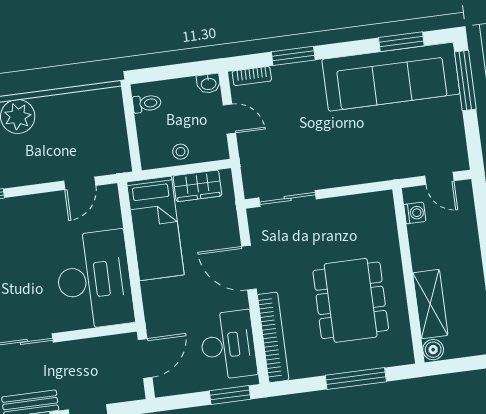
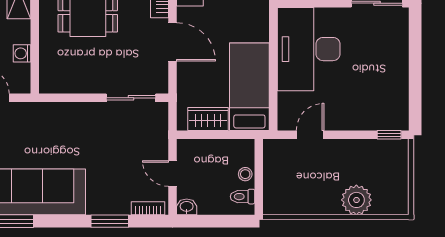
stool: (180, 152) -> (245, 174), moved
washing machine: (415, 213) -> (22, 53), moved

